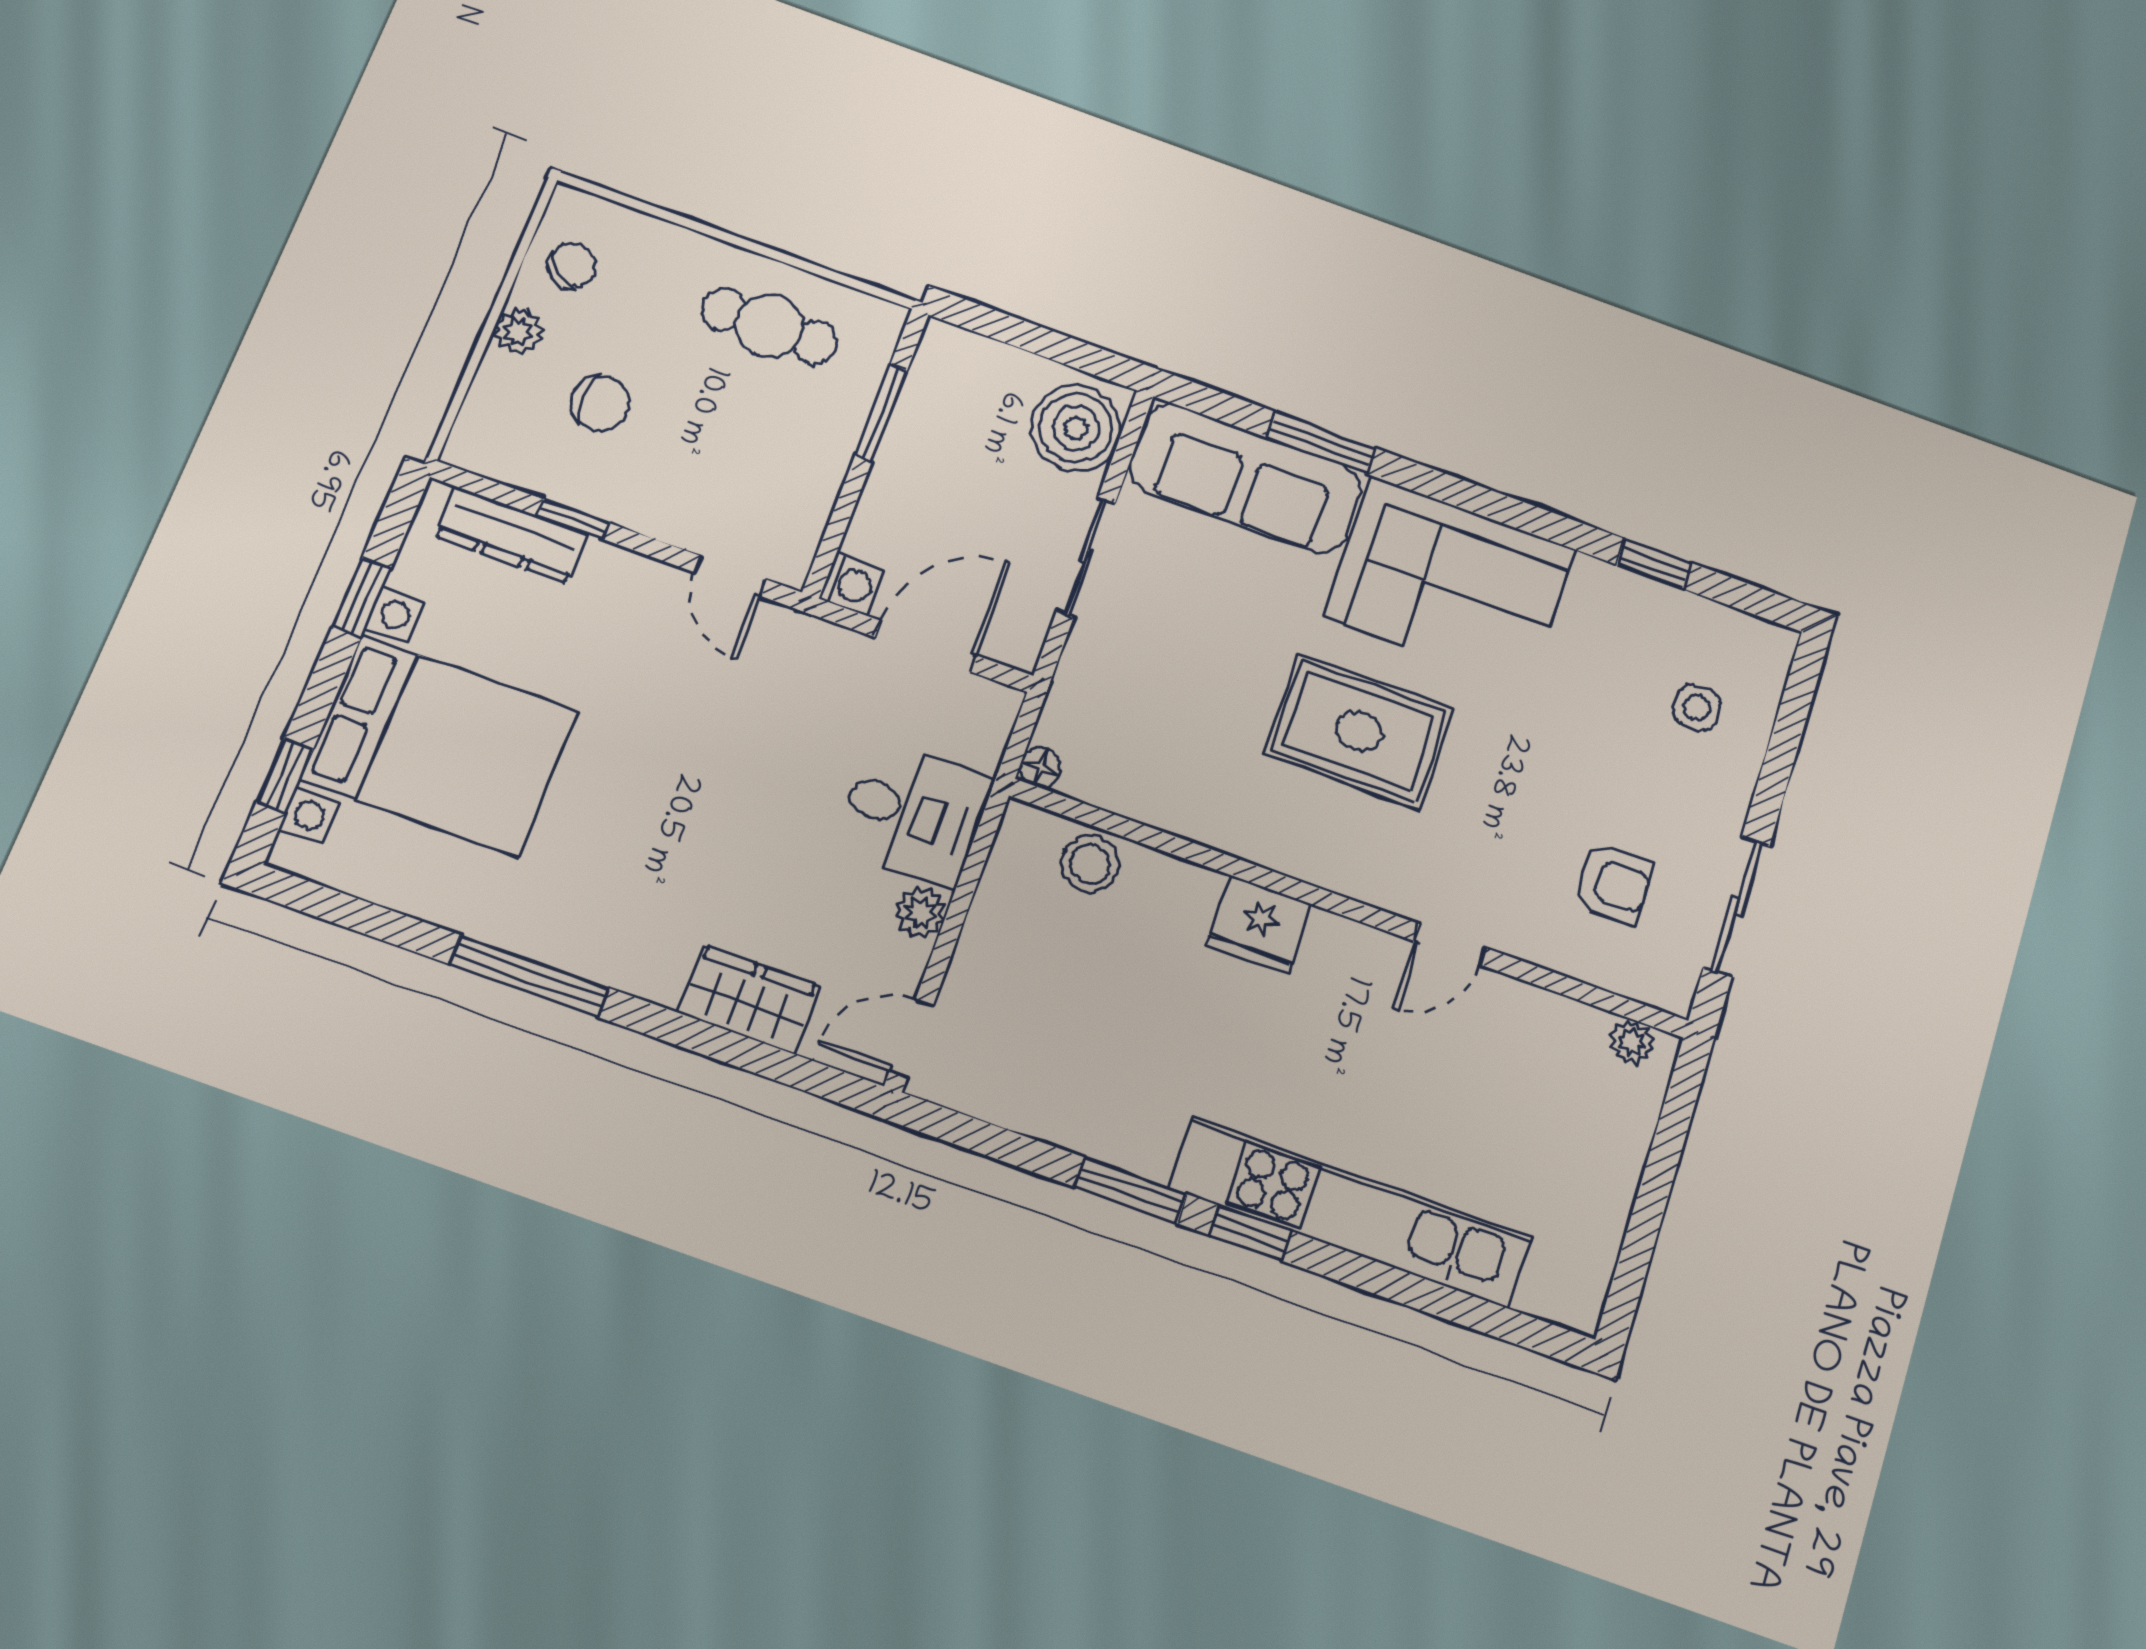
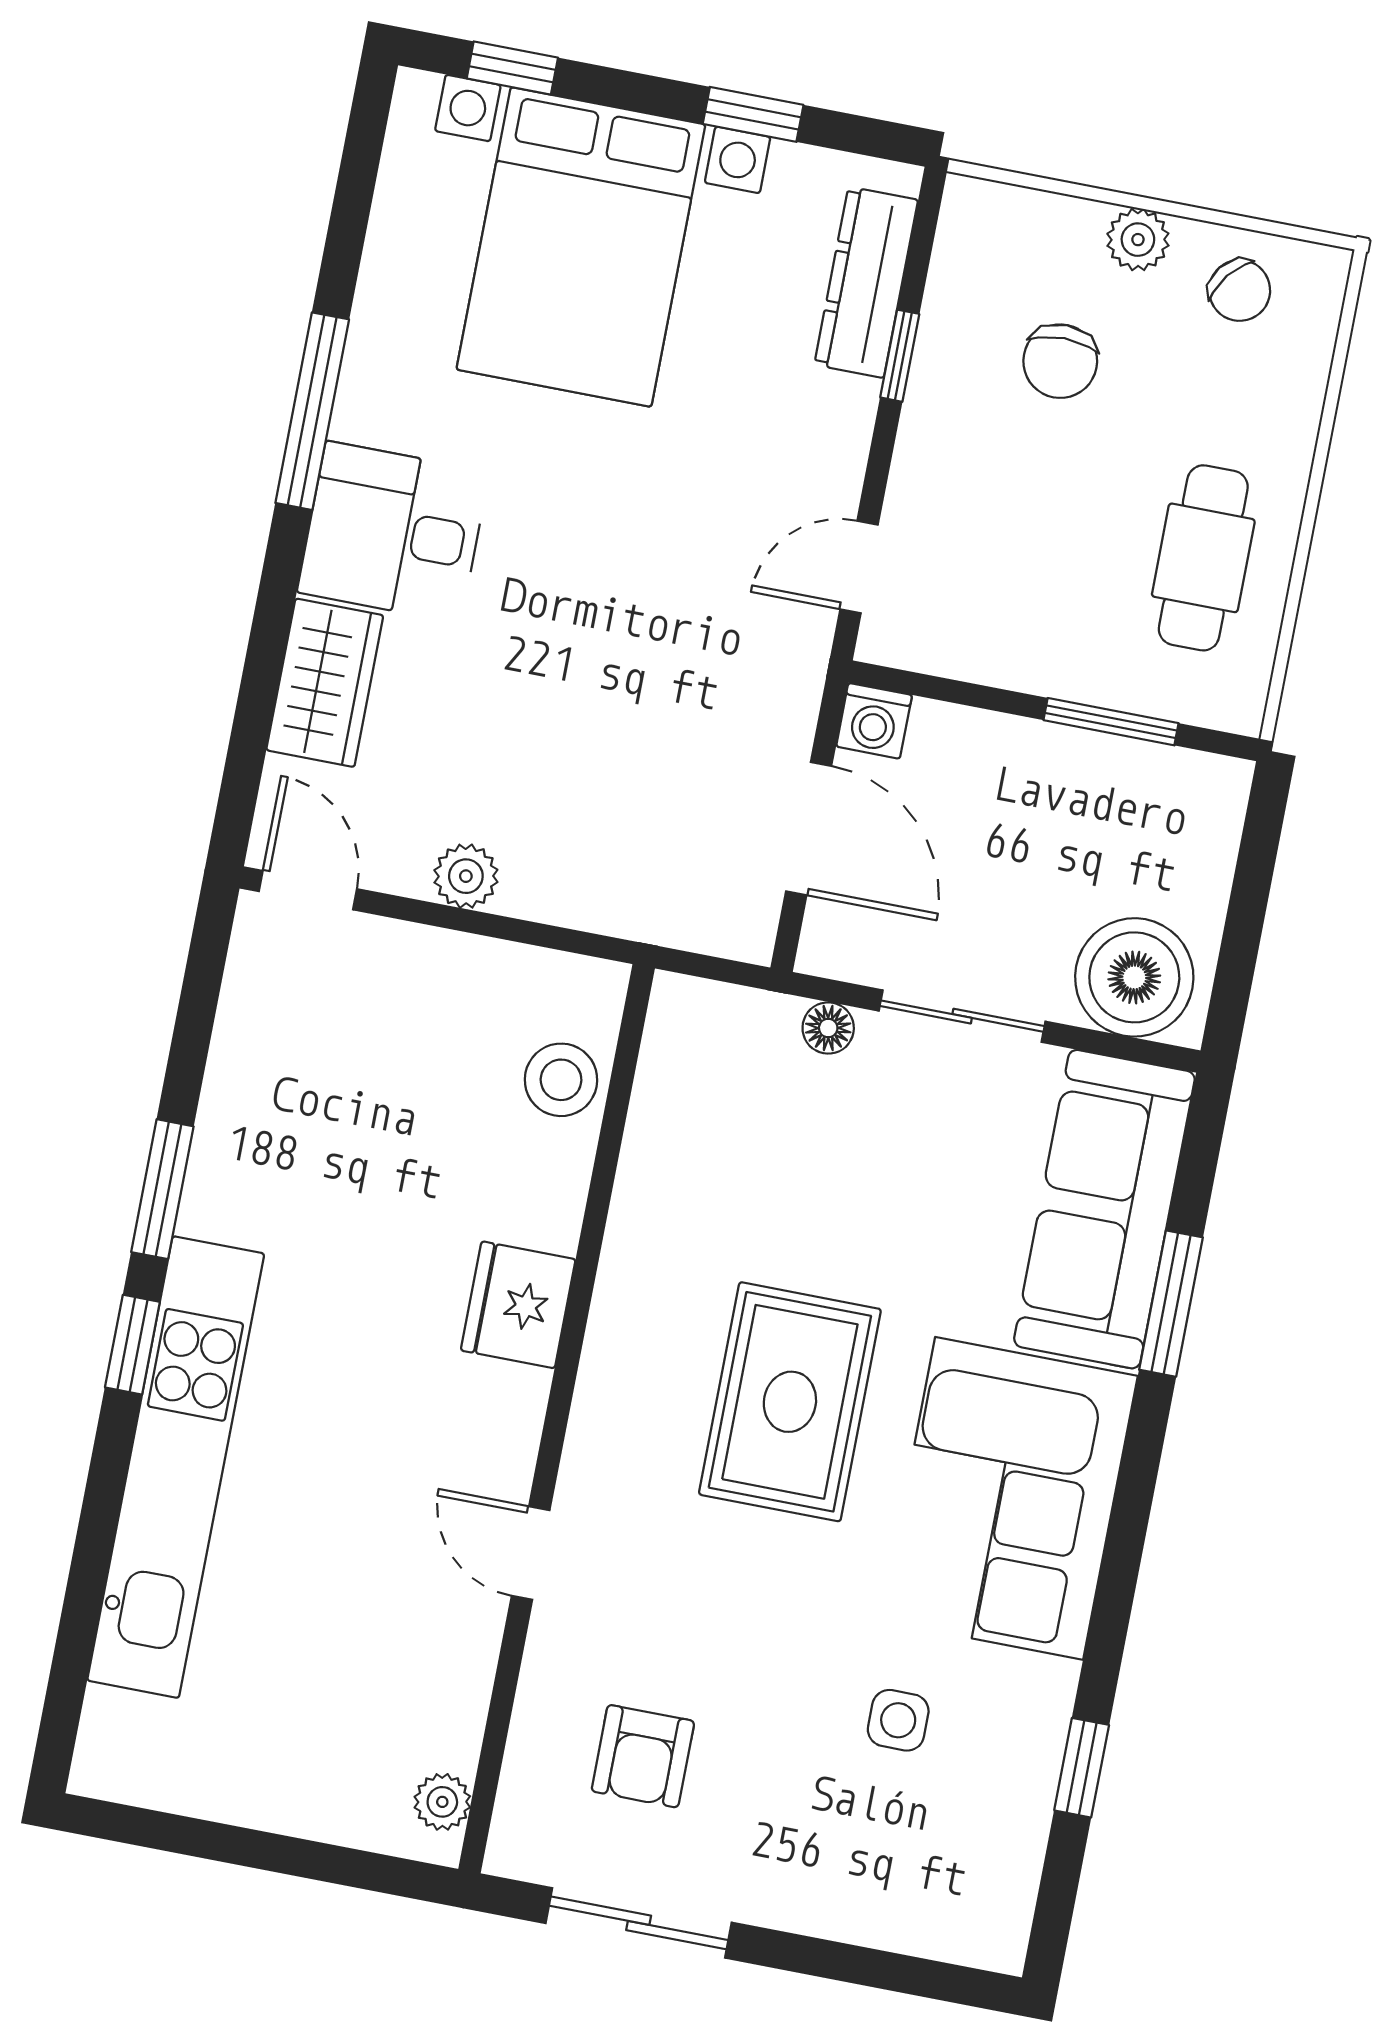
side table: (1697, 708) -> (898, 1720), moved
floor lamp: (1040, 767) -> (828, 1028), moved
desk: (913, 814) -> (393, 532), moved, turned 90

